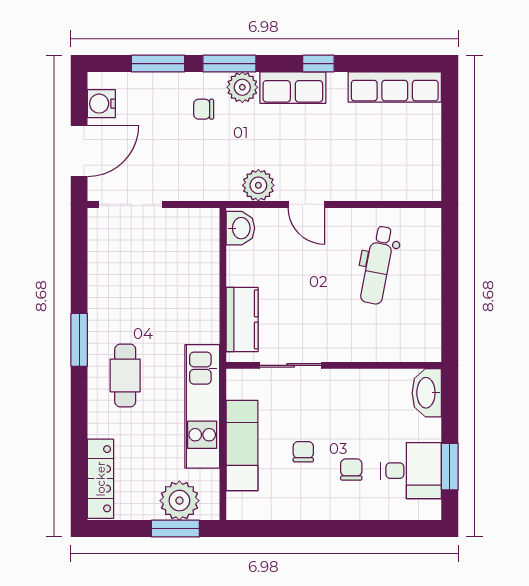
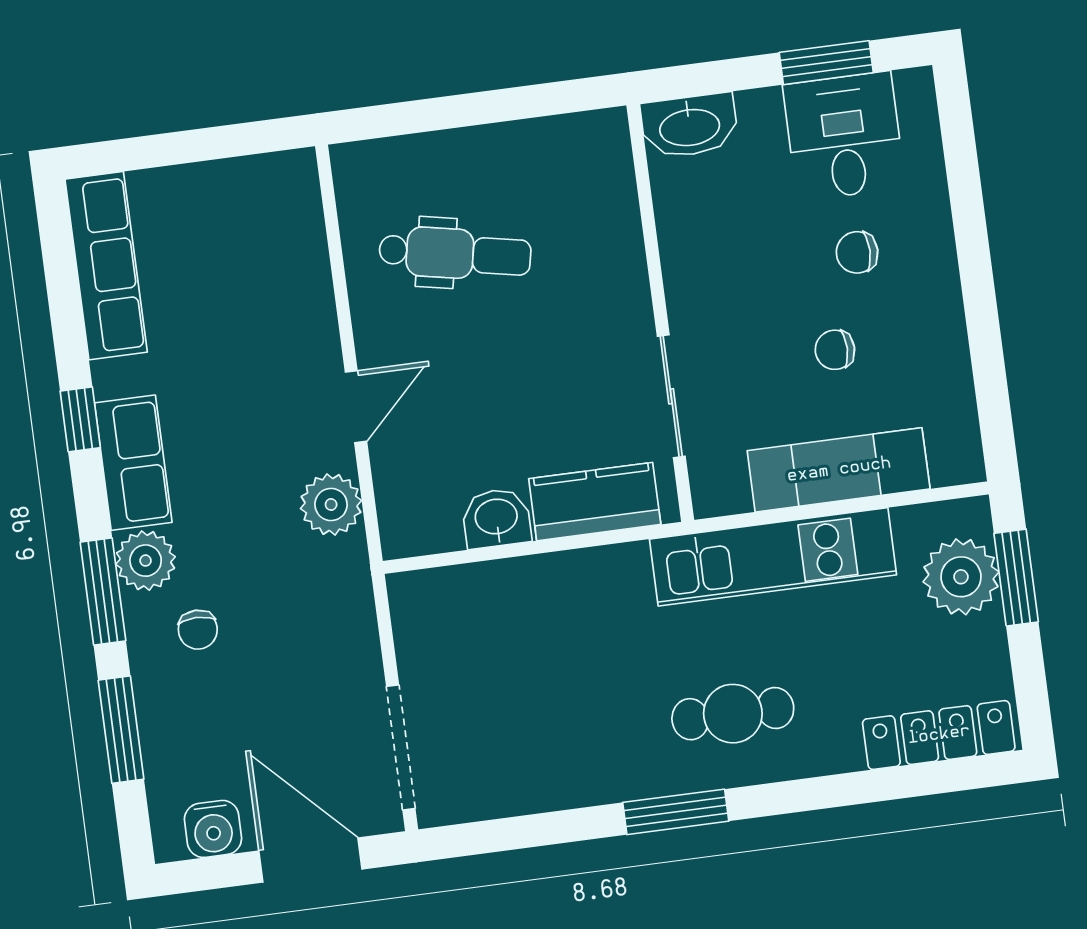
washbasin: (240, 228) -> (496, 518), moved

